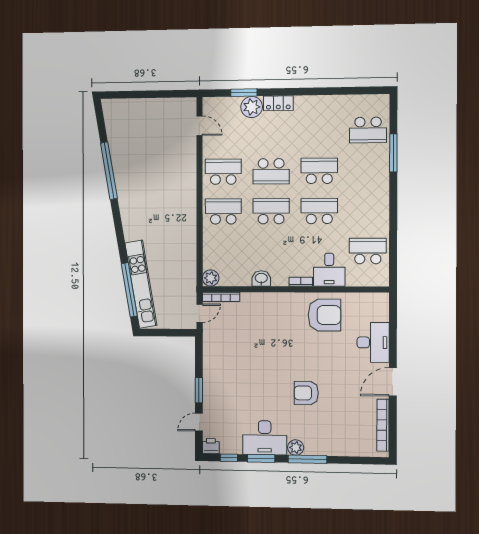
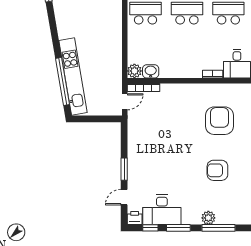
washbasin: (261, 279) -> (151, 71), moved
armchair: (324, 315) -> (220, 121), moved, turned -90
desk: (265, 438) -> (162, 210), moved

